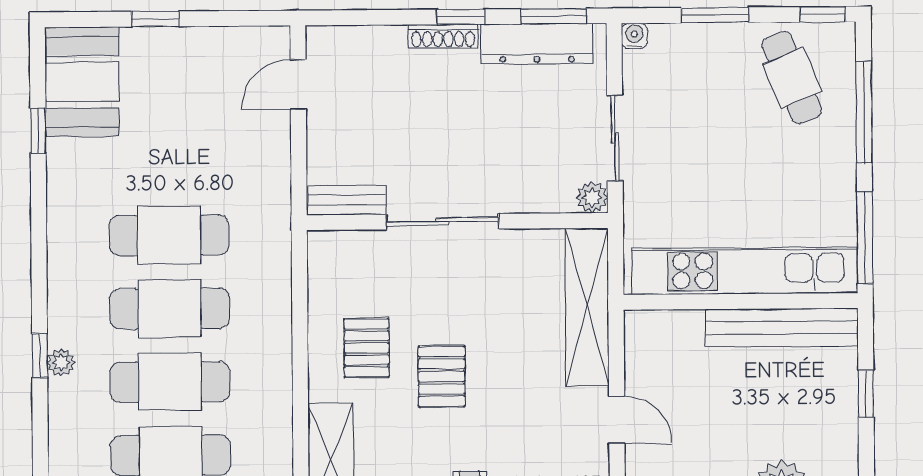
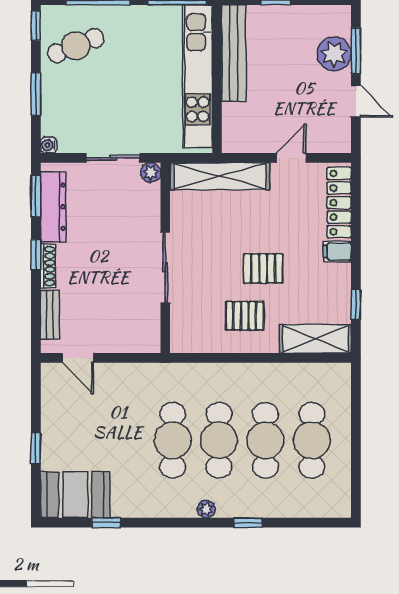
bench: (347, 200) -> (50, 315), moved
plant: (61, 363) -> (206, 509), moved

